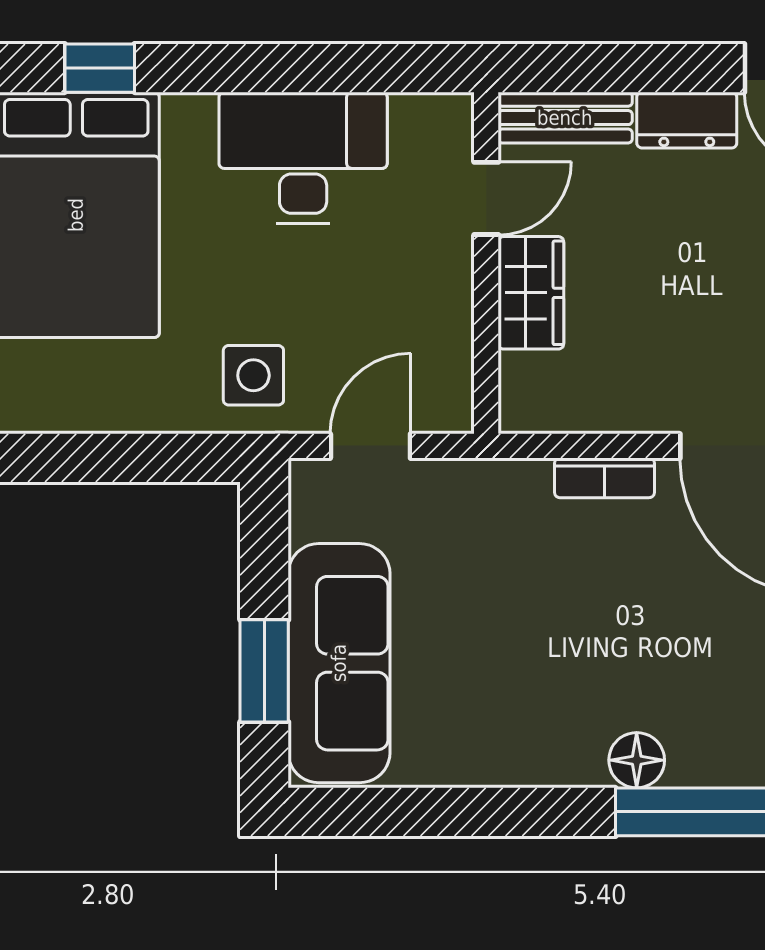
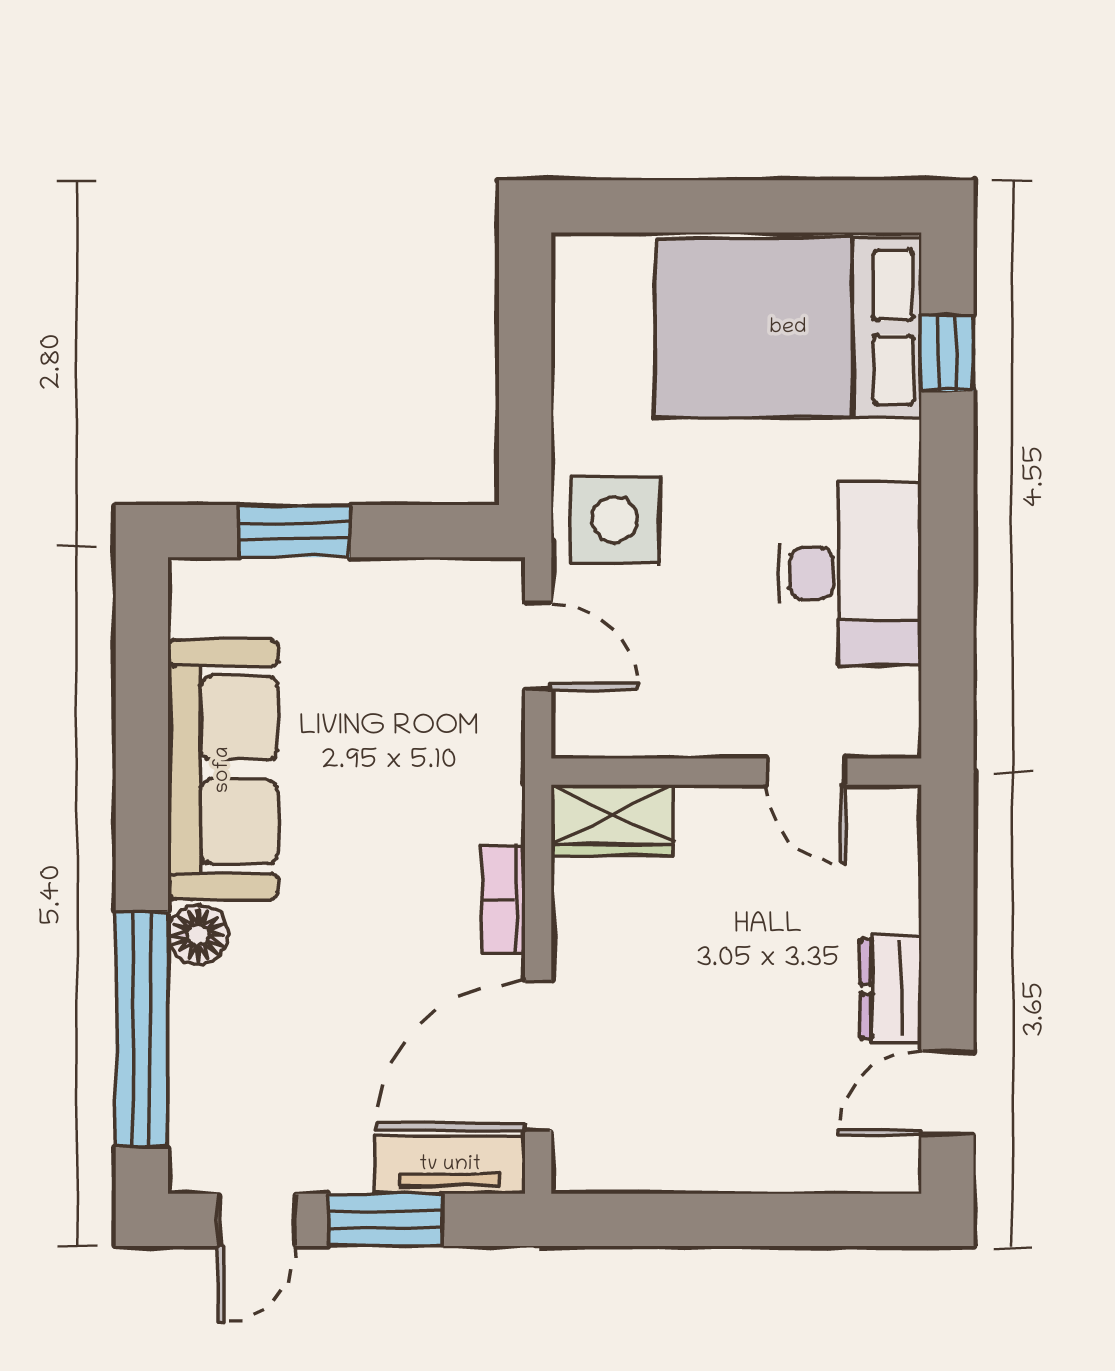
bench: (565, 118) -> (894, 857), removed
wardrobe: (531, 293) -> (612, 820), moved
side table: (253, 375) -> (615, 520), width x1.37, depth x1.37
sofa: (339, 663) -> (223, 770), moved, turned -90

